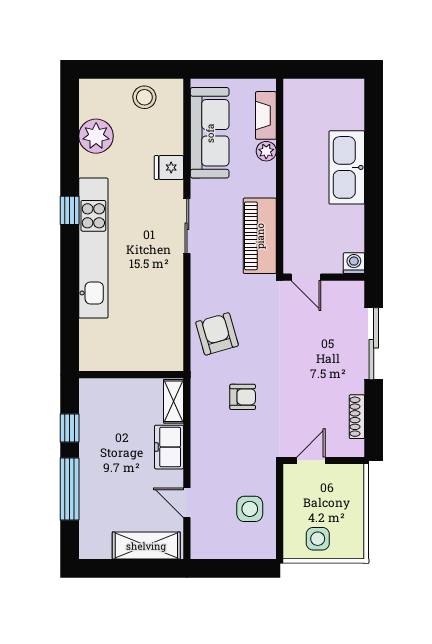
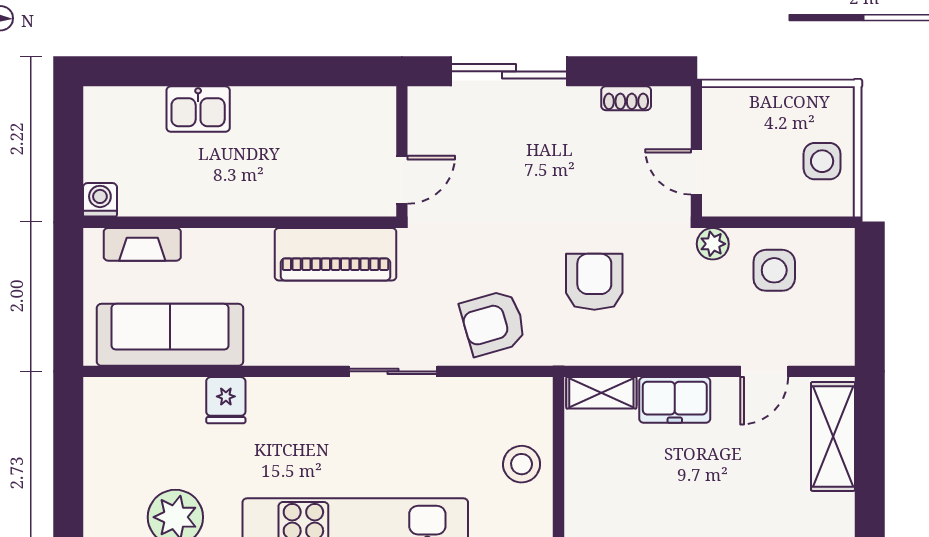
stool: (144, 97) -> (522, 464), moved
plant: (266, 151) -> (713, 244), moved
kitchen sink: (347, 167) -> (198, 109), width x0.53, depth x0.81
sliding door: (187, 226) -> (393, 371), moved
washing machine: (354, 263) -> (100, 200), moved, turned 90
armchair: (243, 397) -> (594, 282), width x1.38, depth x1.38
shoe rack: (357, 417) -> (626, 98), width x0.70

